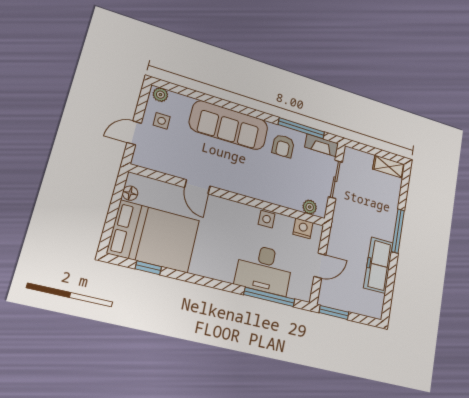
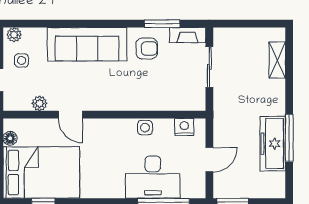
window: (301, 128) -> (162, 24), width x0.69
armchair: (283, 146) -> (147, 49), turned -90
shelving: (389, 167) -> (277, 60), moved, turned 90
plant: (310, 207) -> (40, 103), moved
window: (398, 231) -> (289, 138), moved

